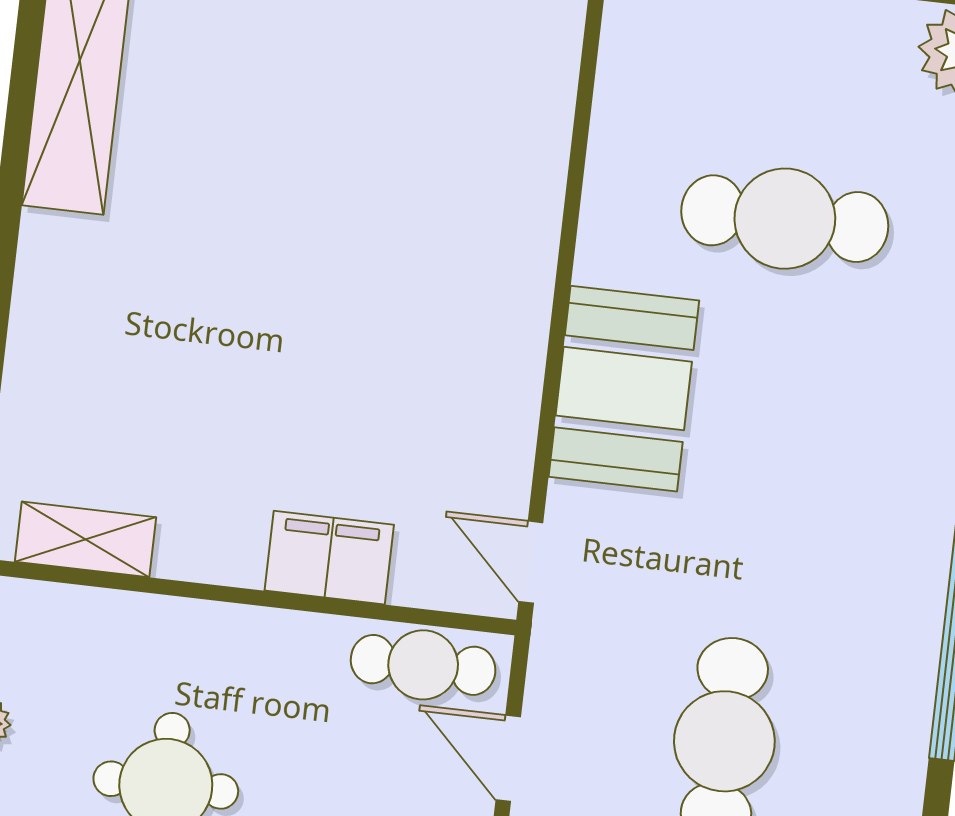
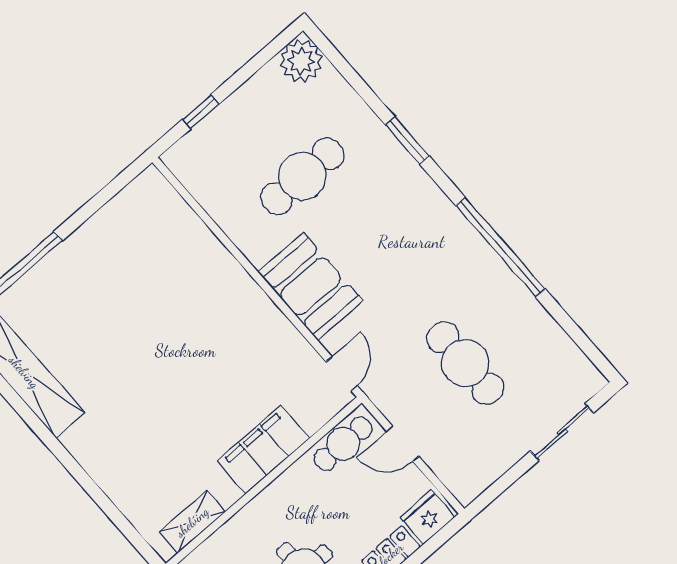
filing cabinet: (329, 558) -> (263, 450), width x1.50, depth x1.17
door: (531, 562) -> (342, 374), swing flipped

